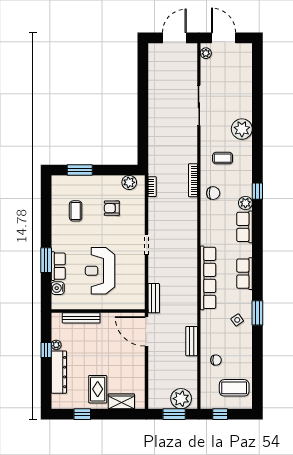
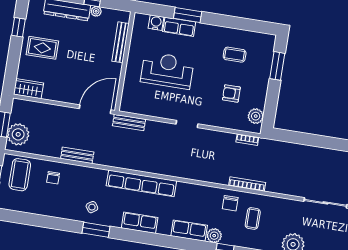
coffee table: (223, 158) -> (253, 218), moved
armchair: (112, 208) -> (231, 93), turned -90
coffee table: (234, 388) -> (20, 175), moved
wardrobe: (121, 401) -> (28, 89), moved, turned -90

